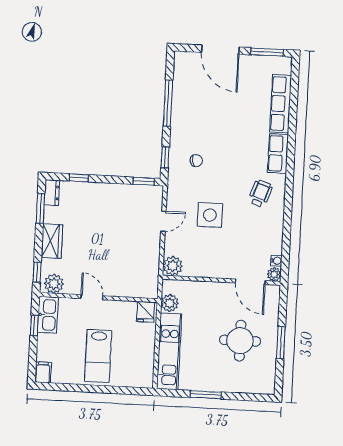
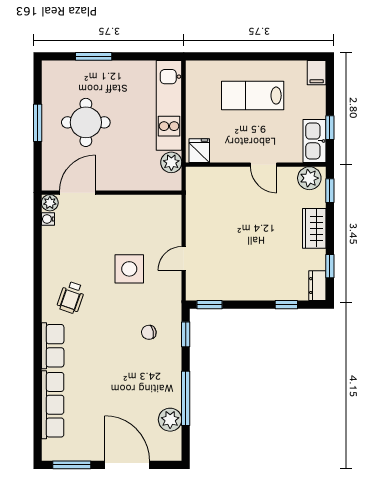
window: (40, 208) -> (330, 266), width x0.67
plant: (173, 266) -> (170, 420), moved
door: (250, 282) -> (77, 193), hinge flipped
lab bench: (98, 356) -> (253, 96), turned -90
window: (206, 395) -> (94, 56), moved

